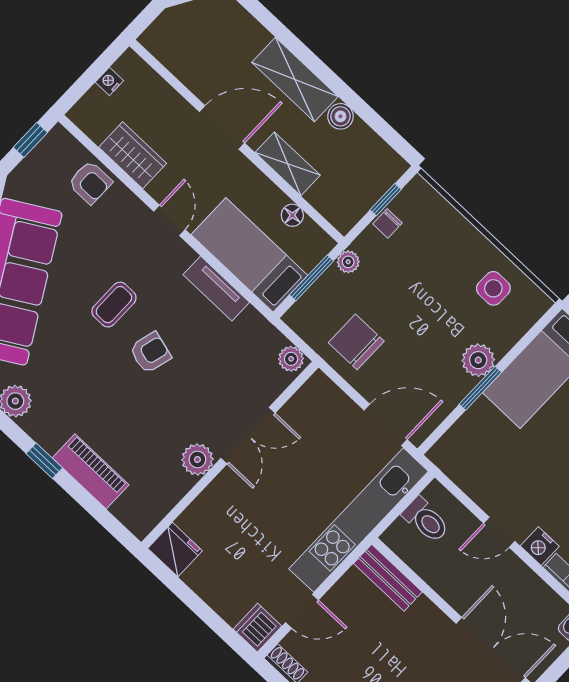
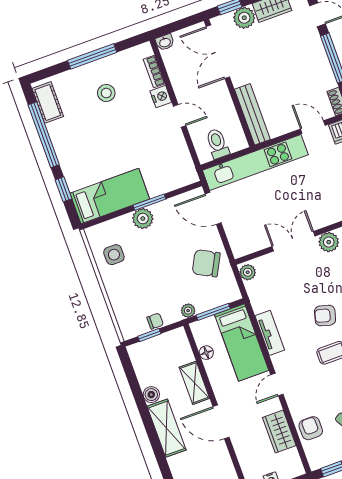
chair: (356, 342) -> (206, 263), turned 118
bench: (388, 578) -> (252, 114), width x1.36

